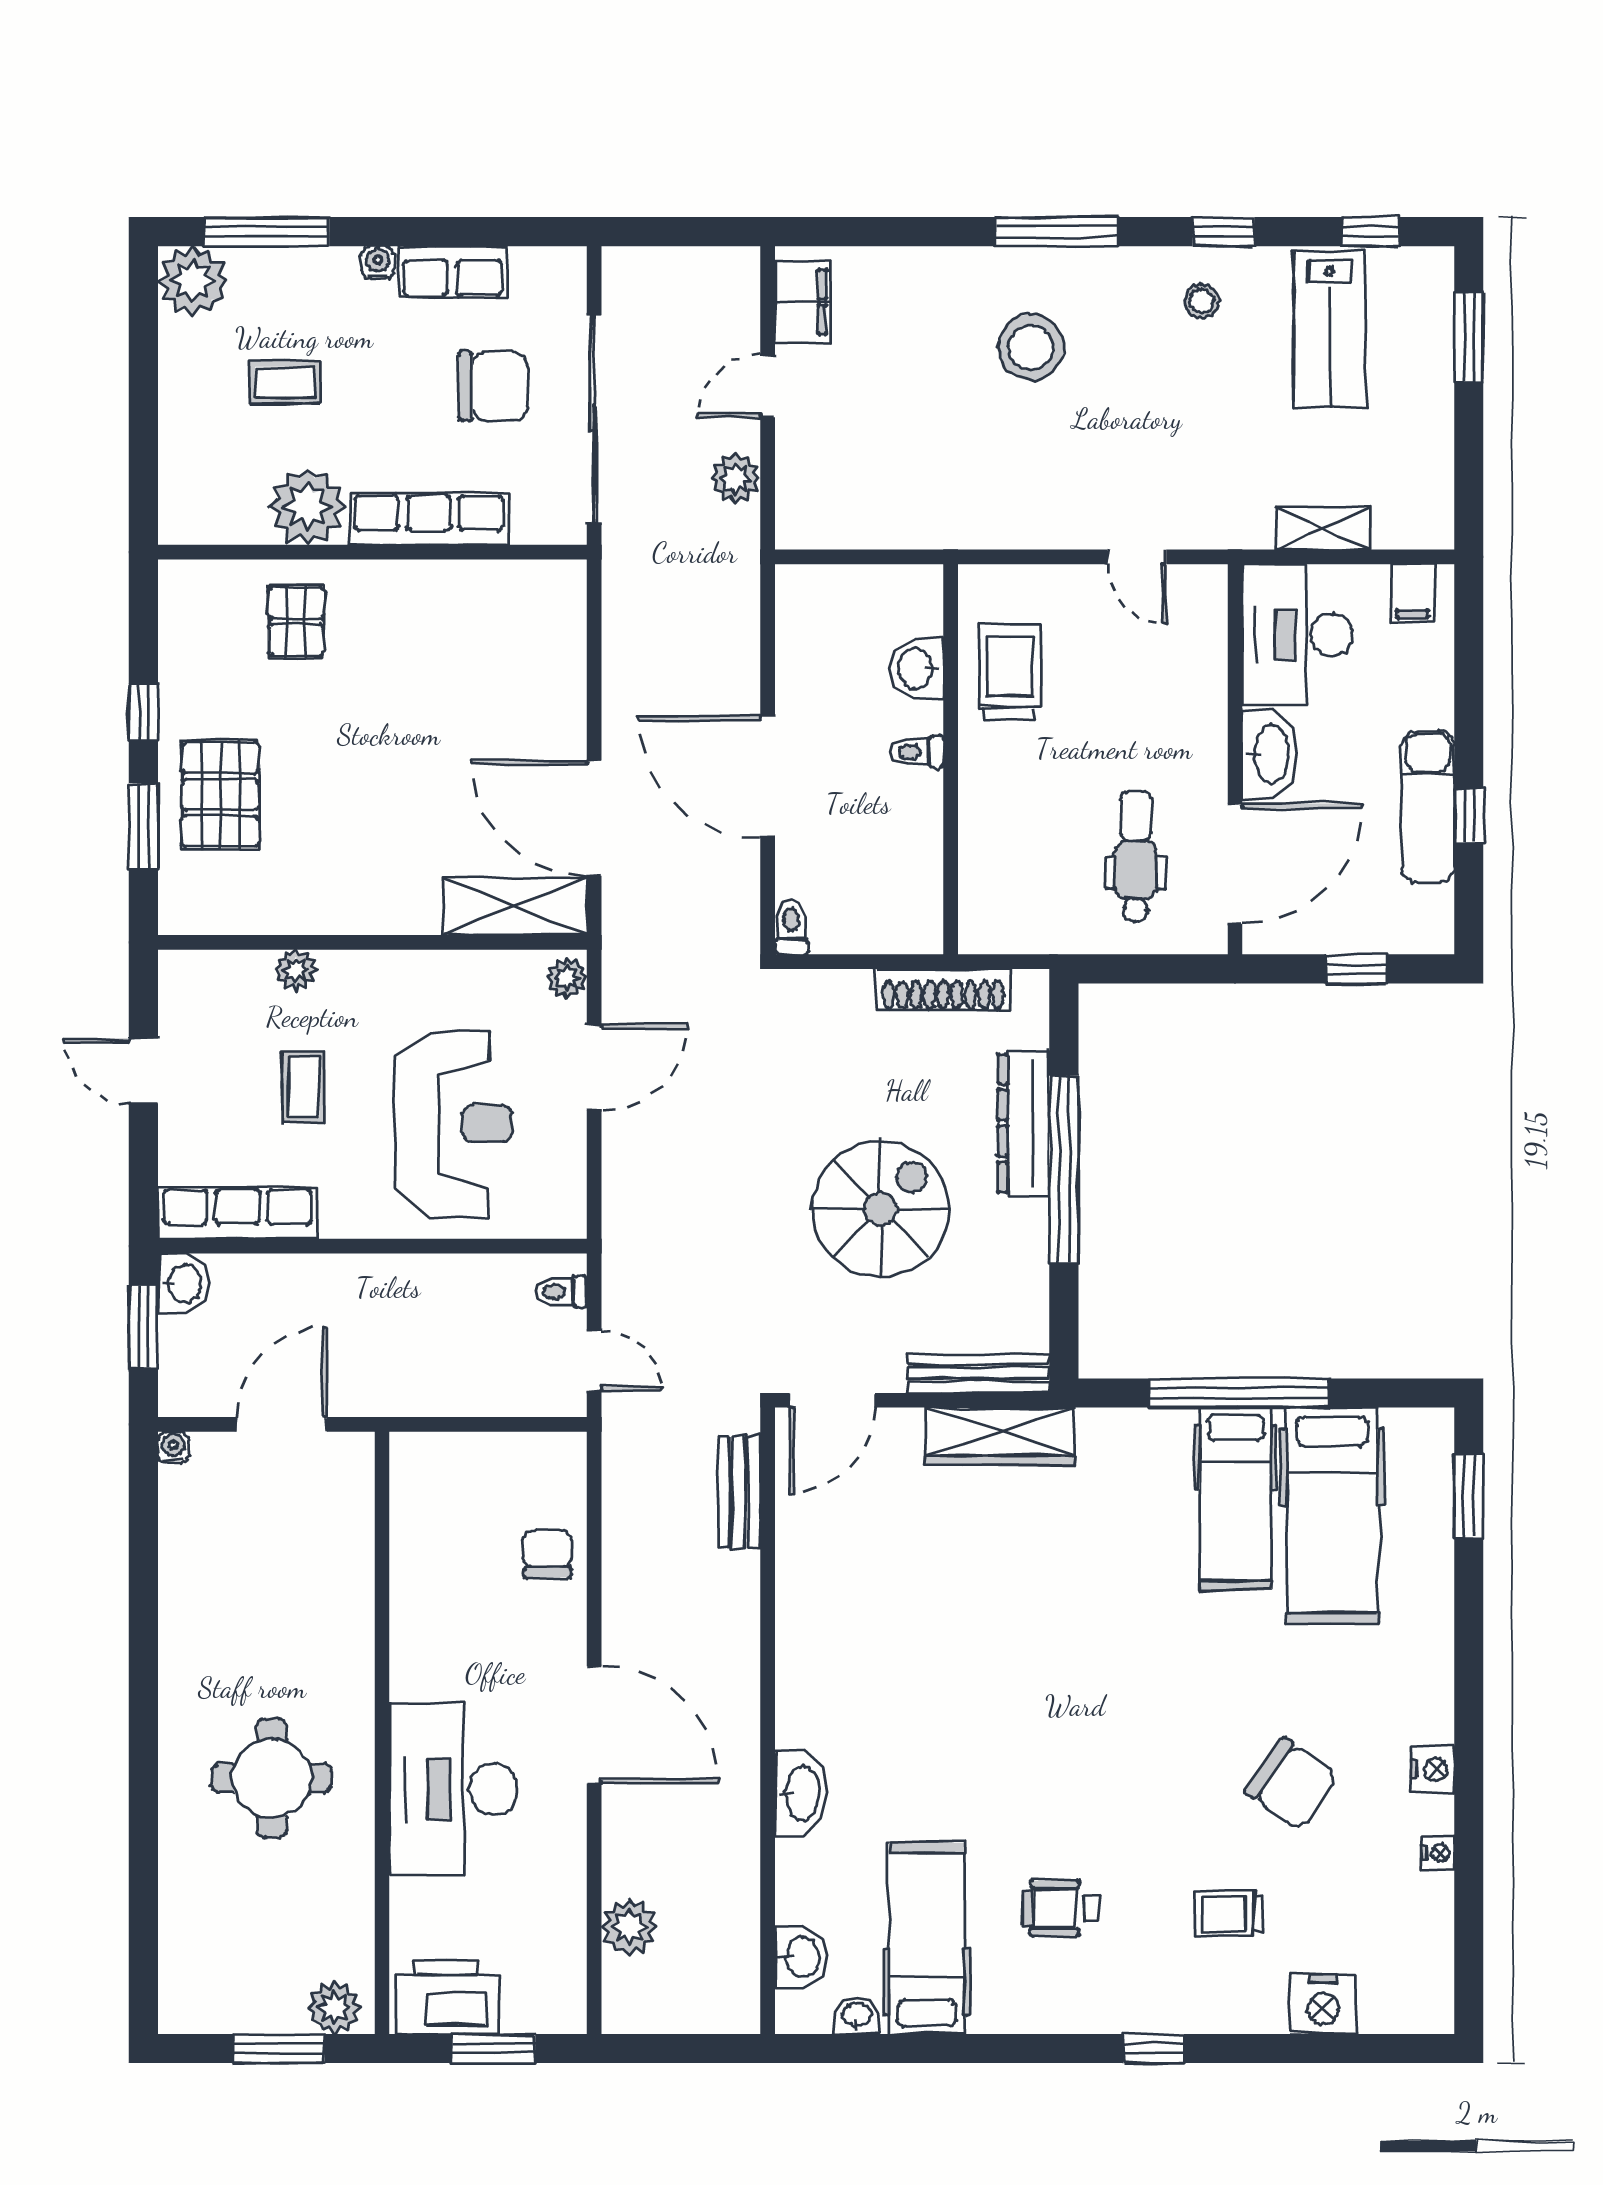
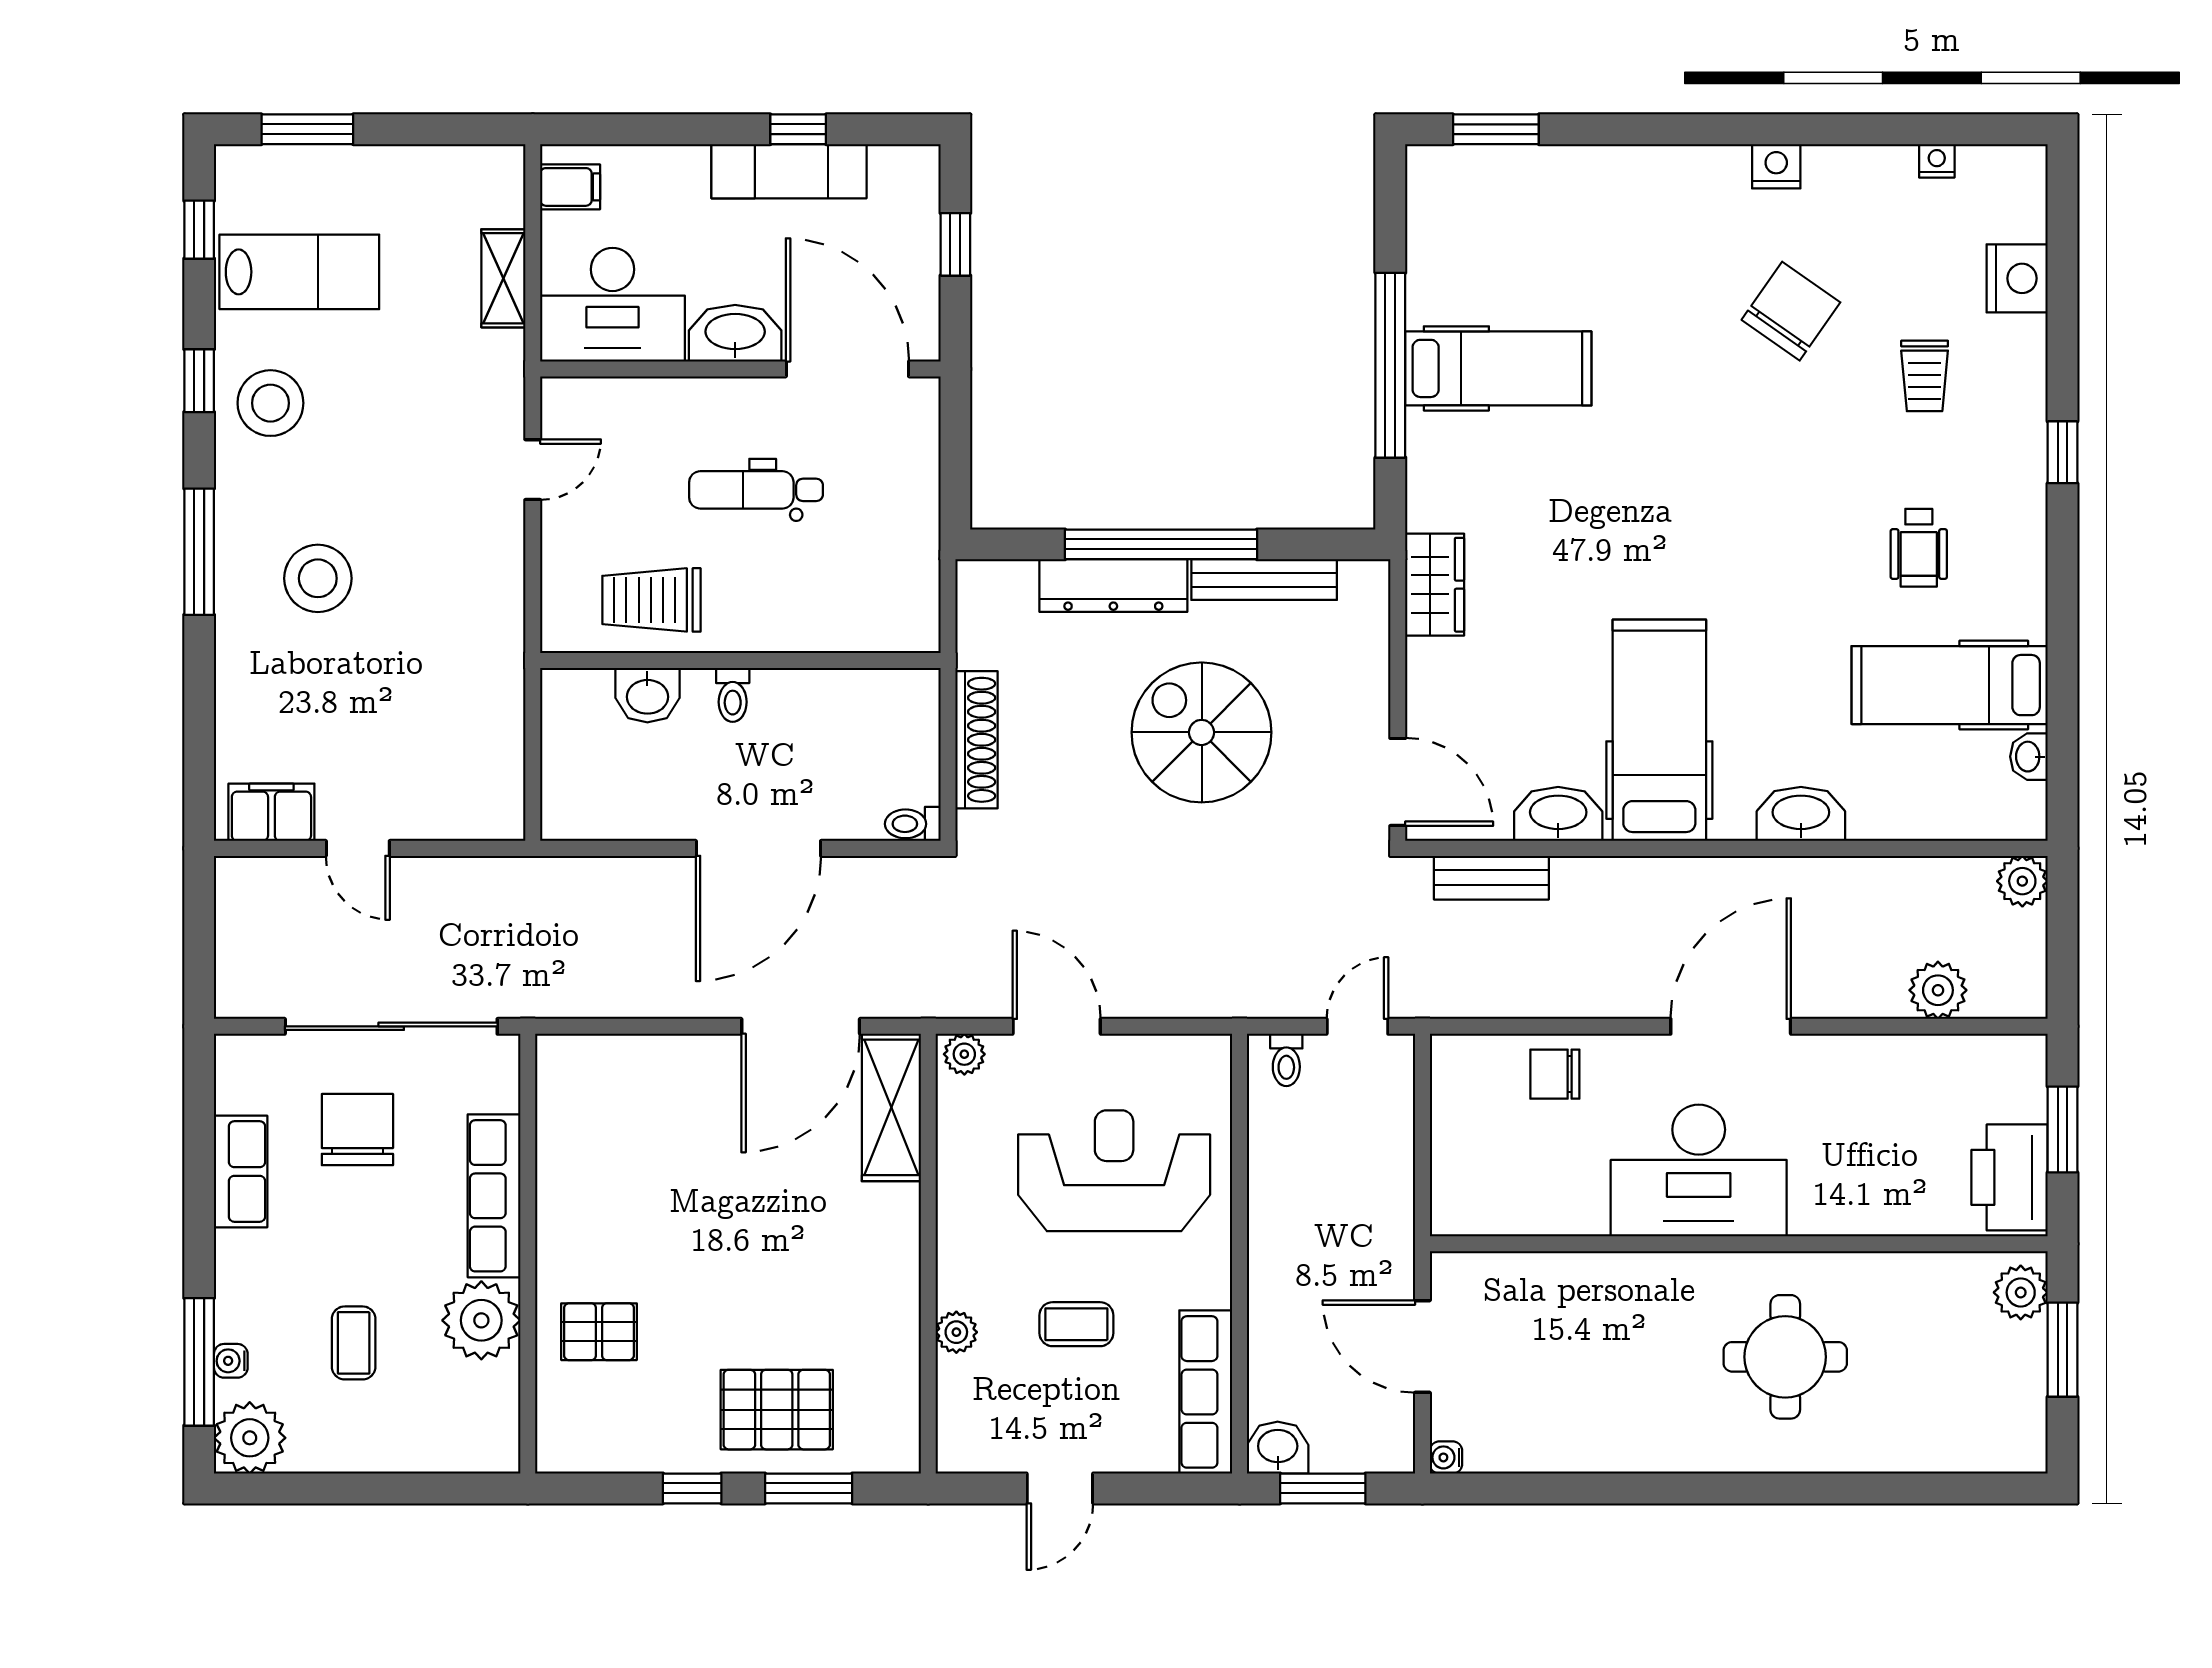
water cooler: (378, 262) -> (231, 1361), moved
stool: (1202, 301) -> (270, 403), width x1.89, depth x1.89
plant: (736, 478) -> (2022, 881), moved
dental chair: (1136, 856) -> (756, 490), moved
shoe rack: (943, 990) -> (977, 740), moved
bench: (978, 1373) -> (1264, 580), moved, turned 90
wardrobe: (1000, 1436) -> (1435, 585), width x0.67
hospital bed: (1332, 1515) -> (1659, 730), moved, turned -90
desk: (453, 1789) -> (1699, 1170), moved
nightstand: (1438, 1853) -> (1937, 161), moved
washbasin: (801, 1957) -> (1558, 814), moved, width x1.38

